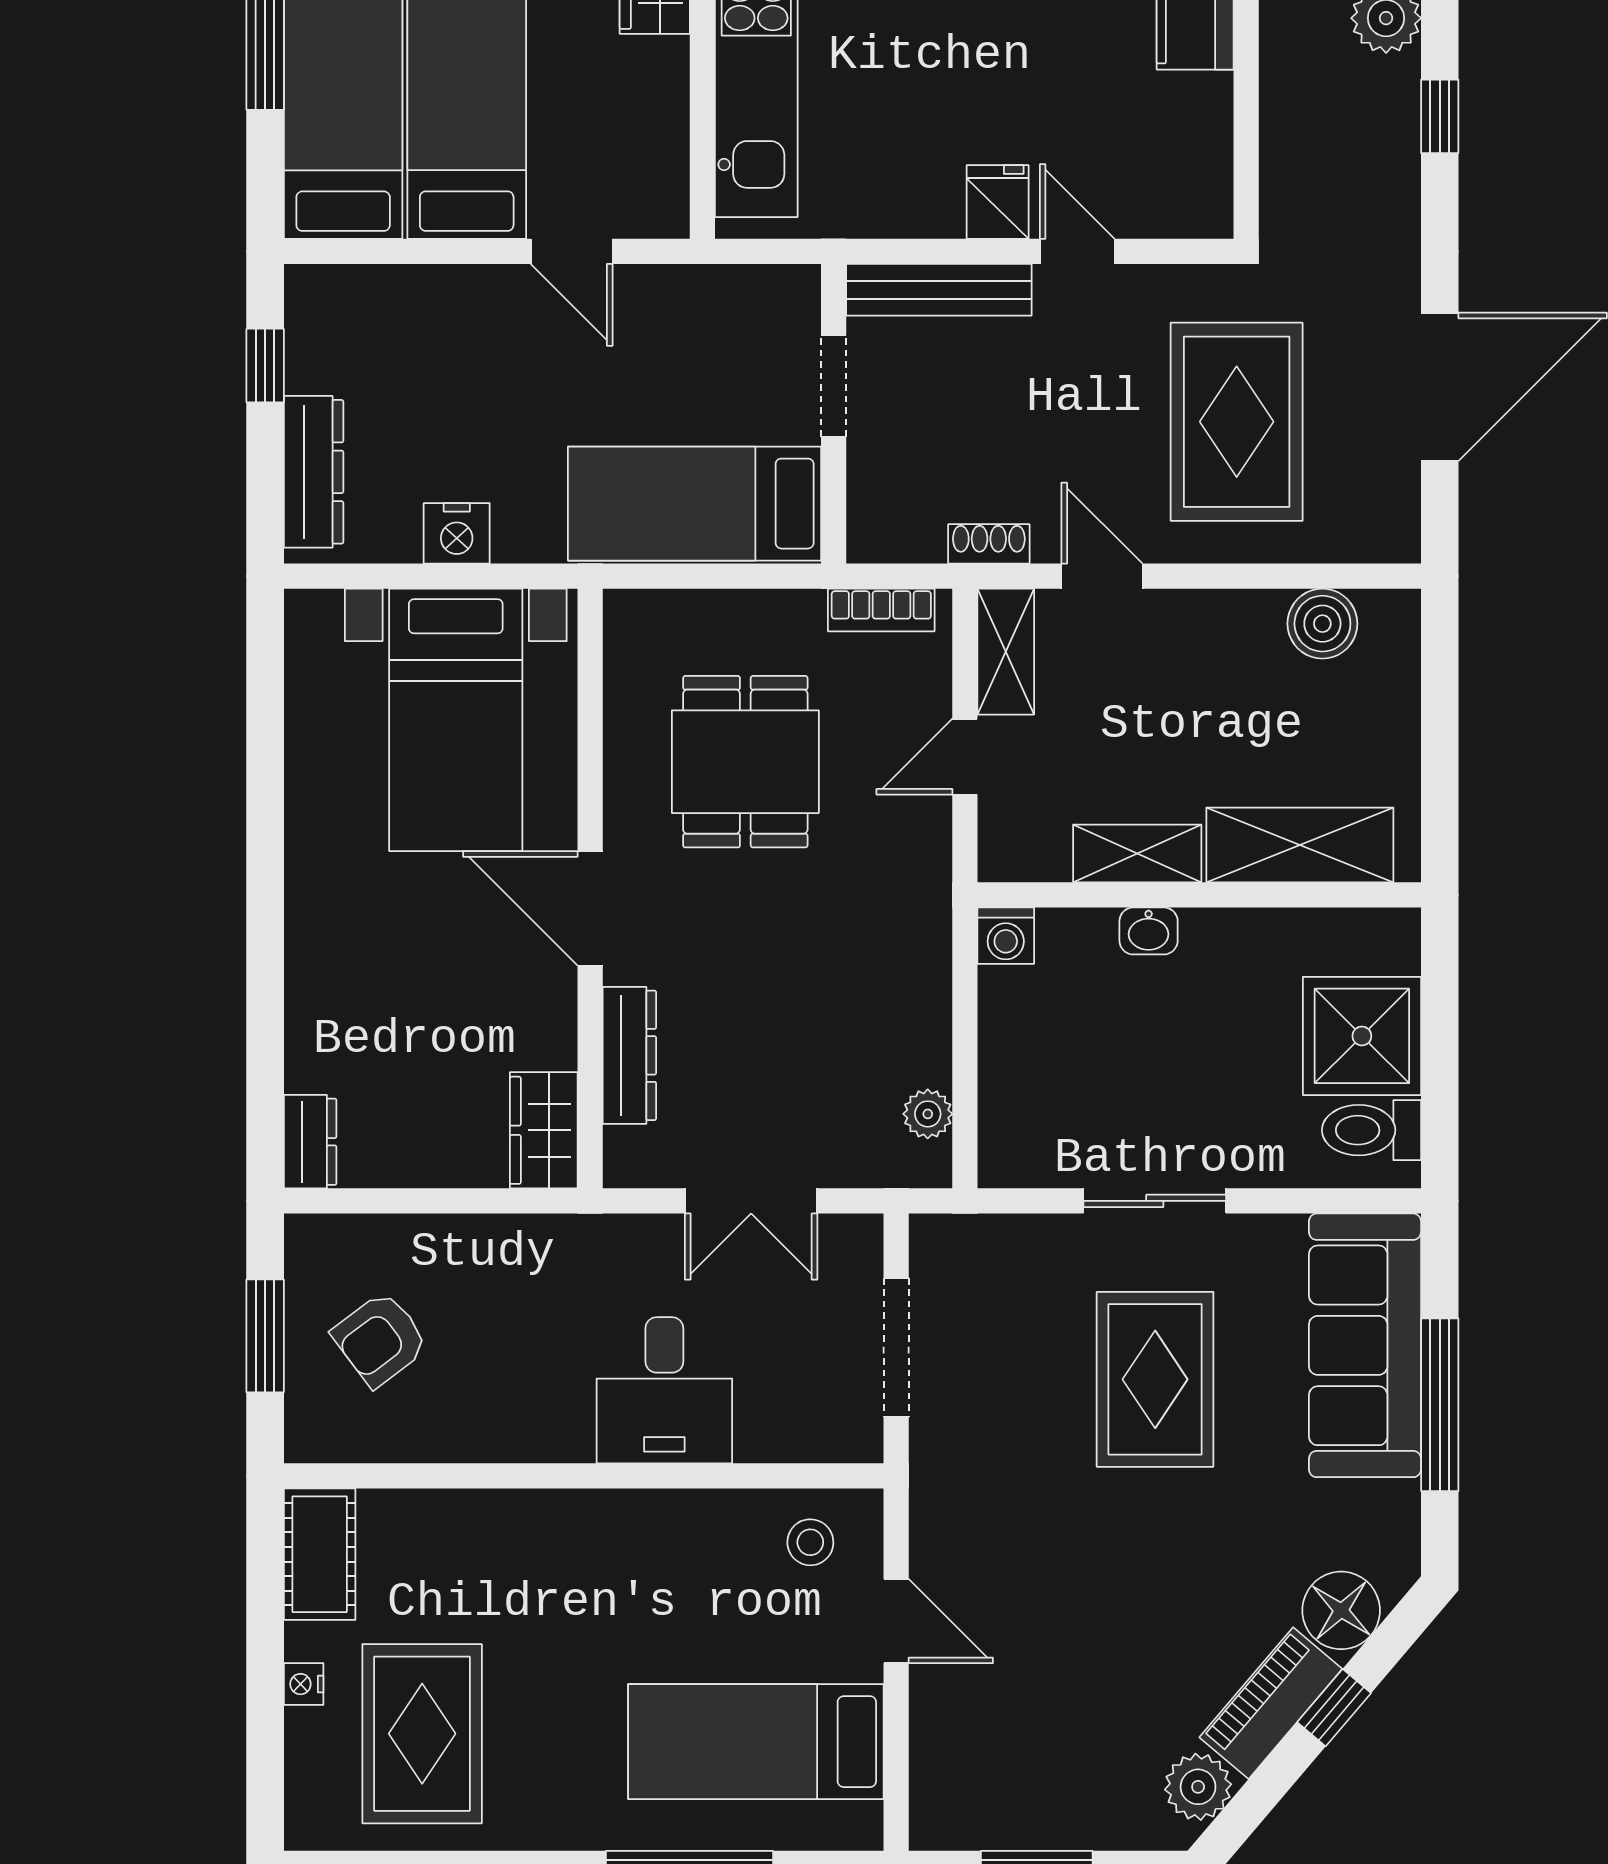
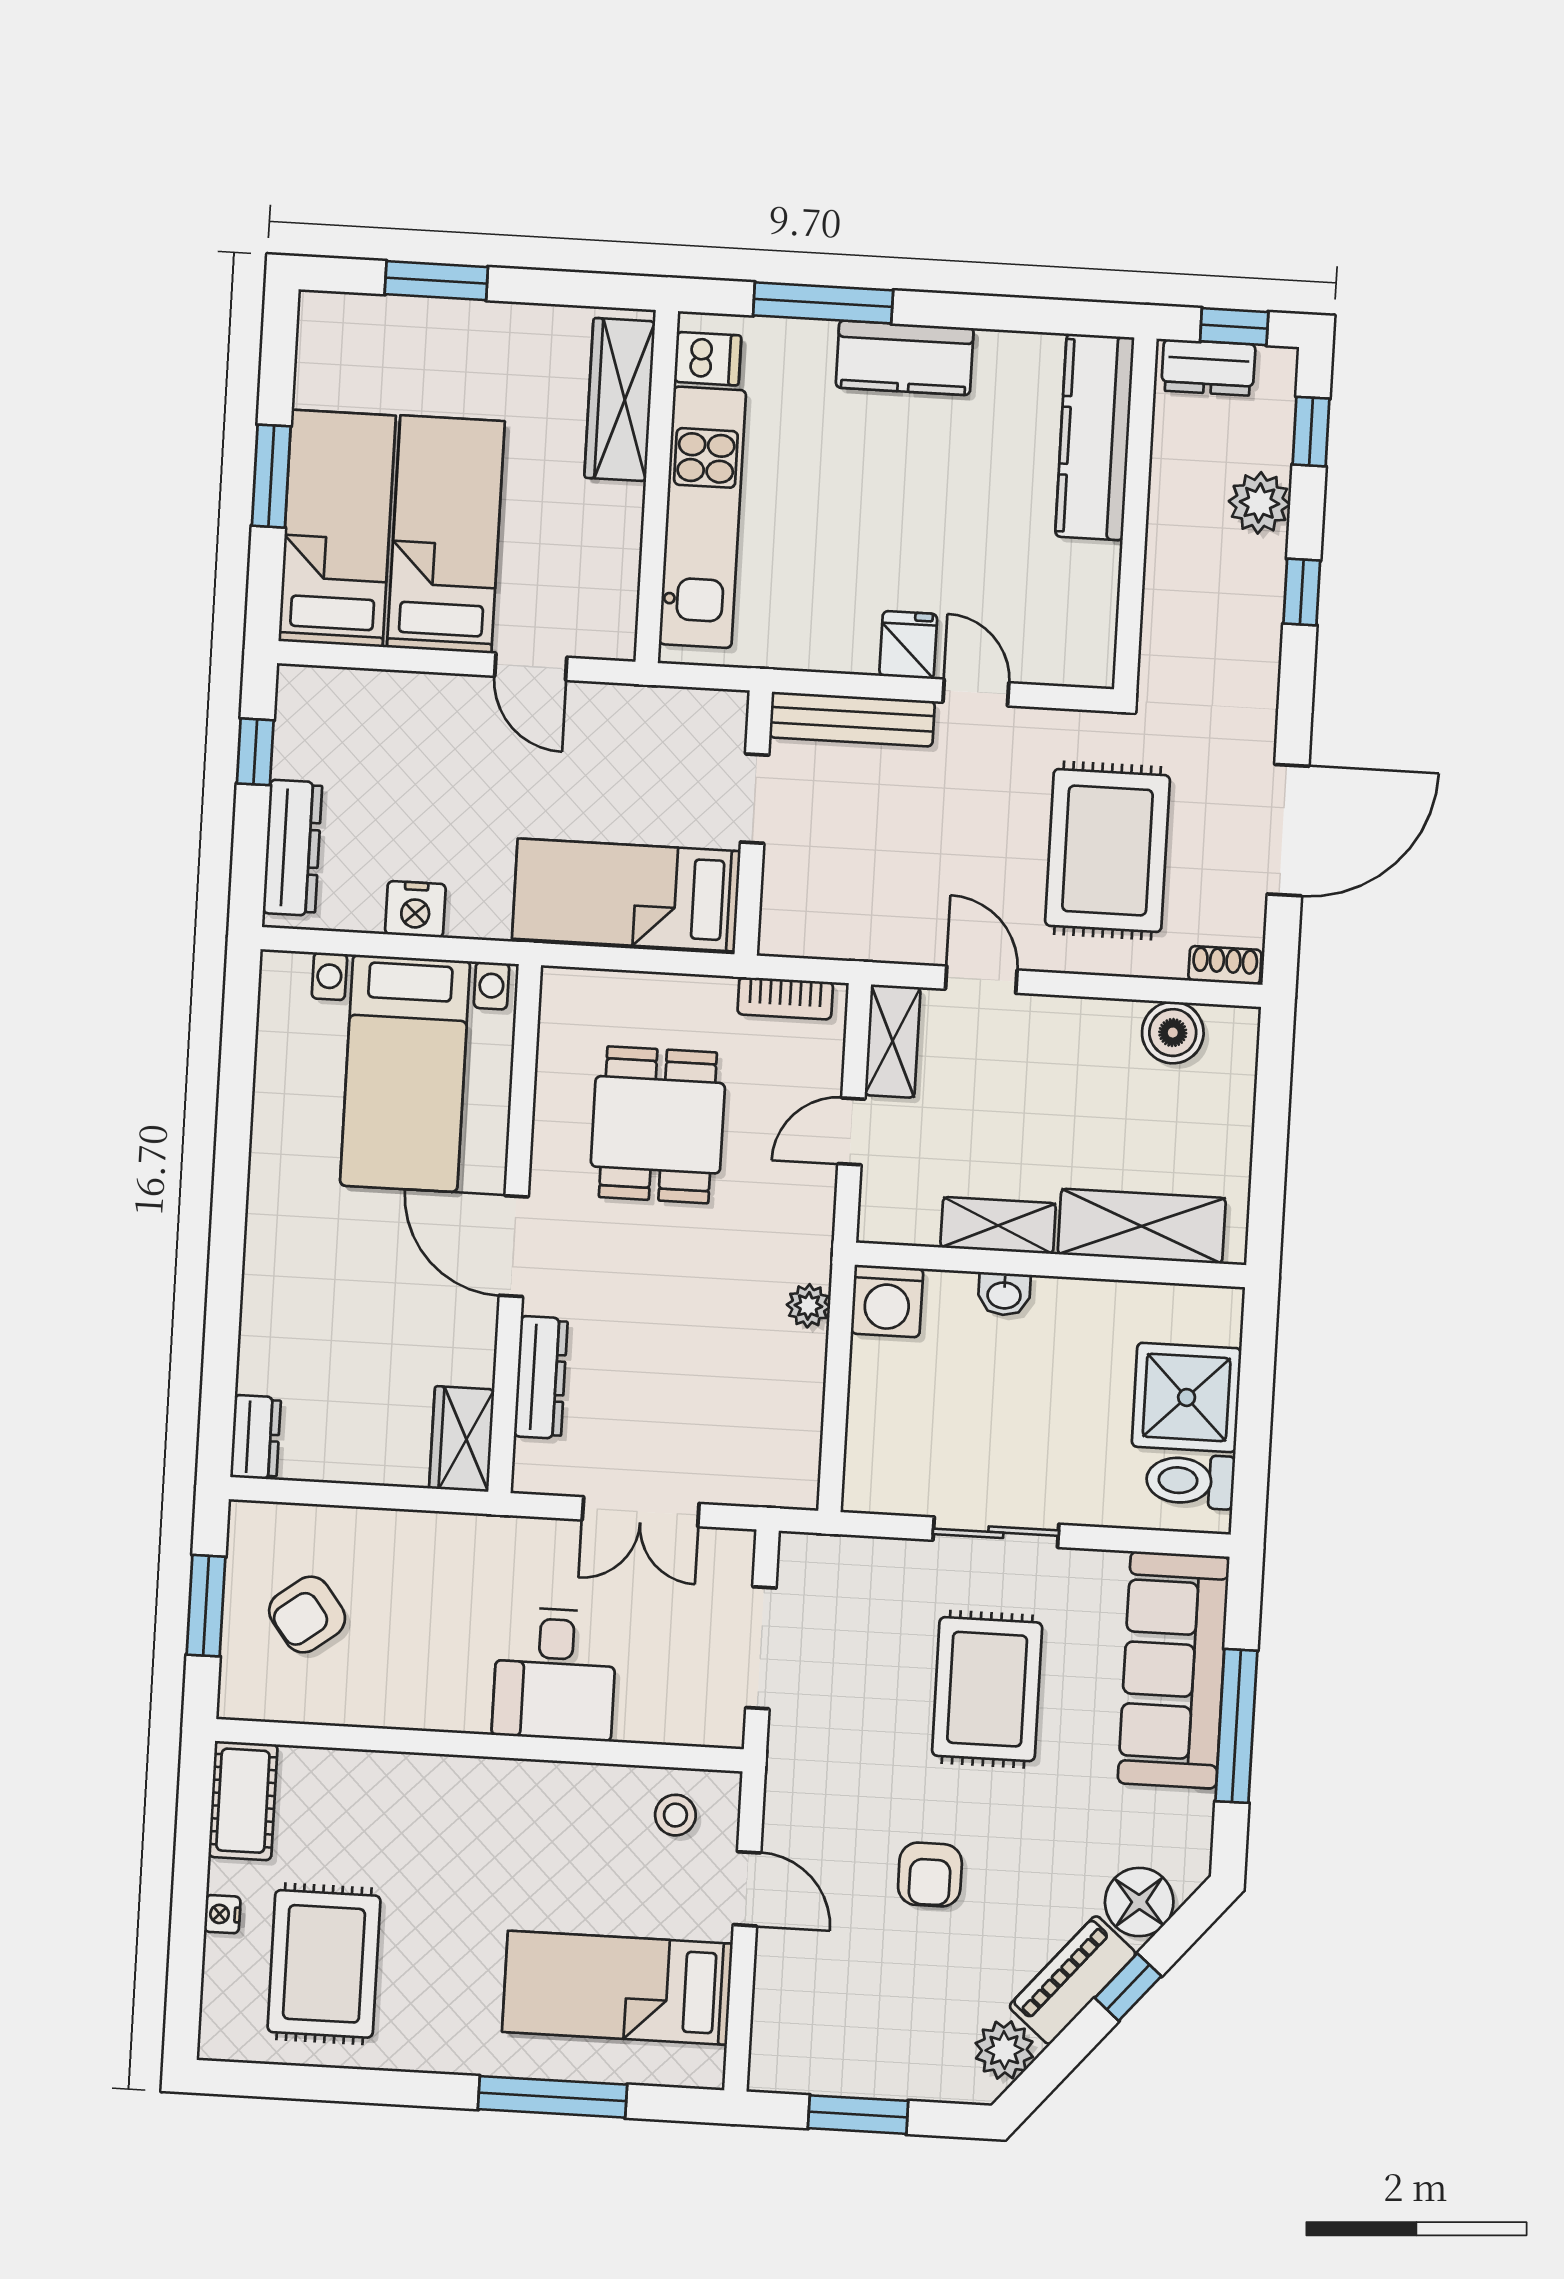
shoe rack: (989, 544) -> (1225, 965), moved
washing machine: (1006, 936) -> (887, 1301), width x1.38, depth x1.38
plant: (928, 1114) -> (808, 1306), moved
armchair: (1102, 1593) -> (930, 1875), added

